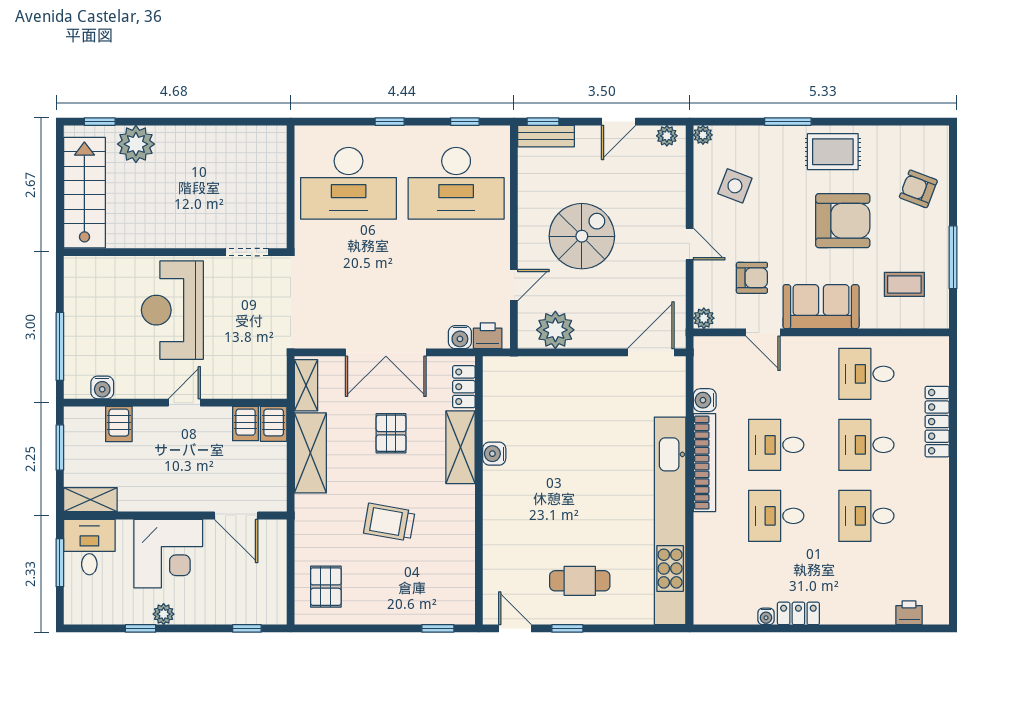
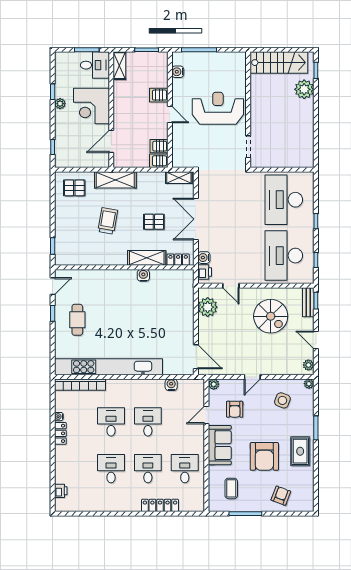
spiral stairs: (582, 236) -> (271, 316), moved
server rack: (119, 424) -> (159, 95), moved
shelving: (310, 453) -> (115, 180), moved
bookcase: (704, 463) -> (80, 385), moved

